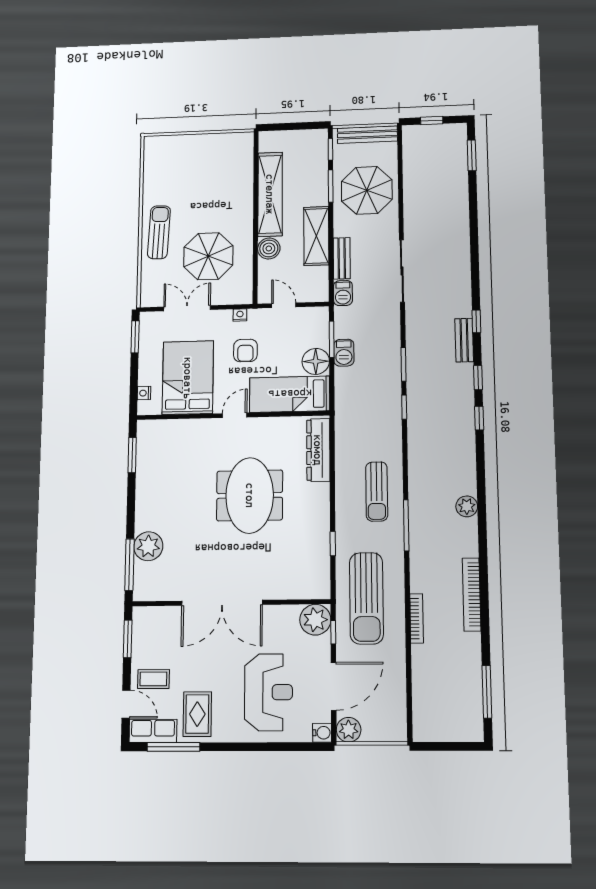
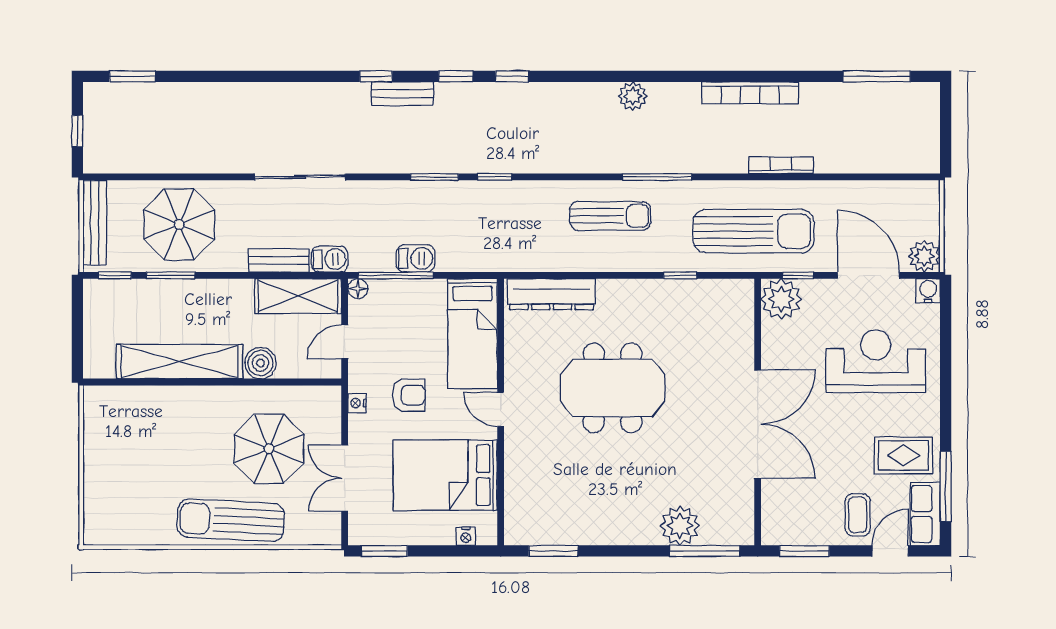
sun lounger: (159, 232) -> (231, 520), width x1.36, depth x1.34
shelving: (316, 236) -> (298, 296), moved
window: (332, 339) -> (396, 275), width x1.44
floor lamp: (316, 361) -> (358, 289), moved, width x0.53, depth x0.53

